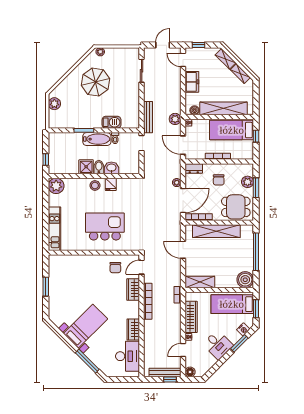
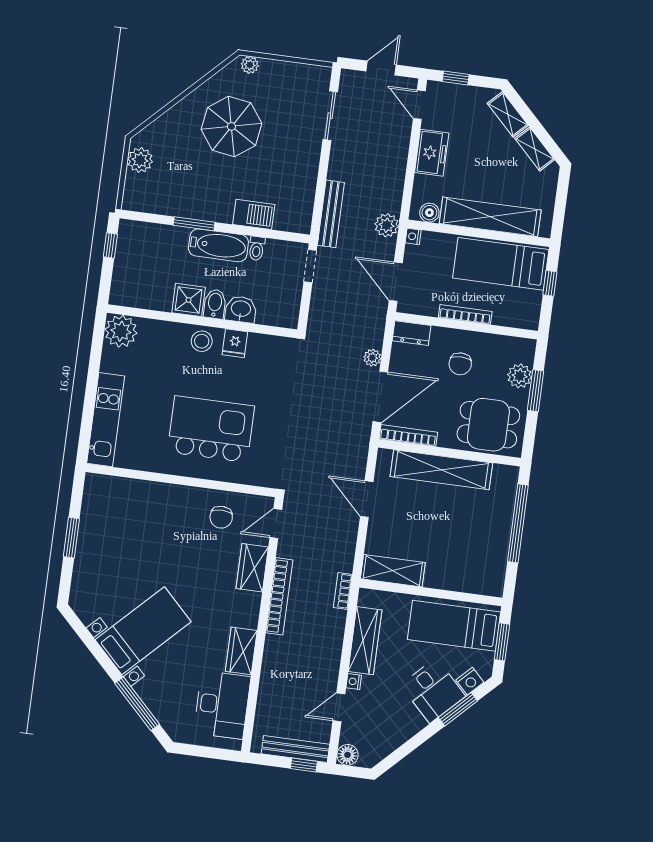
window: (46, 159) -> (110, 246), moved
boiler: (245, 280) -> (488, 579), removed
desk: (218, 345) -> (433, 691), moved

